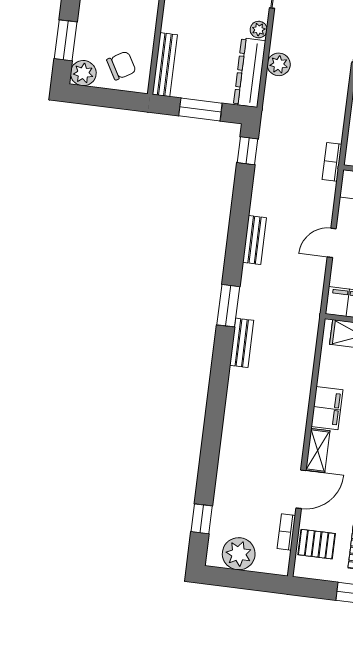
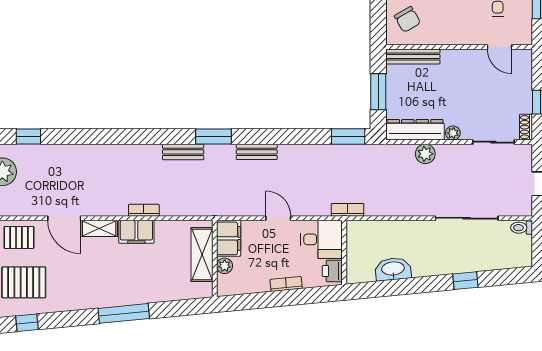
window: (248, 151) -> (348, 136), width x1.50
bench: (254, 240) -> (257, 152), moved
bookcase: (286, 532) -> (144, 210), moved
pallet: (317, 544) -> (19, 237), turned 90

